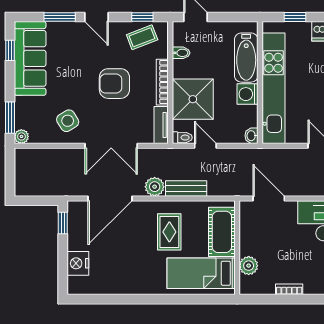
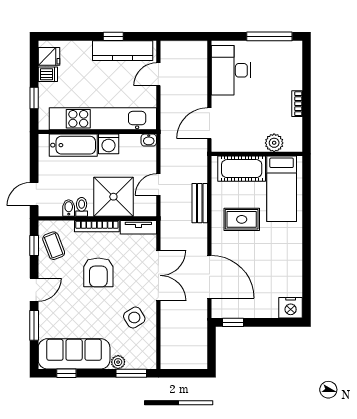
plant: (21, 136) -> (118, 362), moved
toilet: (182, 138) -> (82, 207), moved
plant: (155, 187) -> (198, 234), removed
nightstand: (78, 263) -> (291, 308), moved

